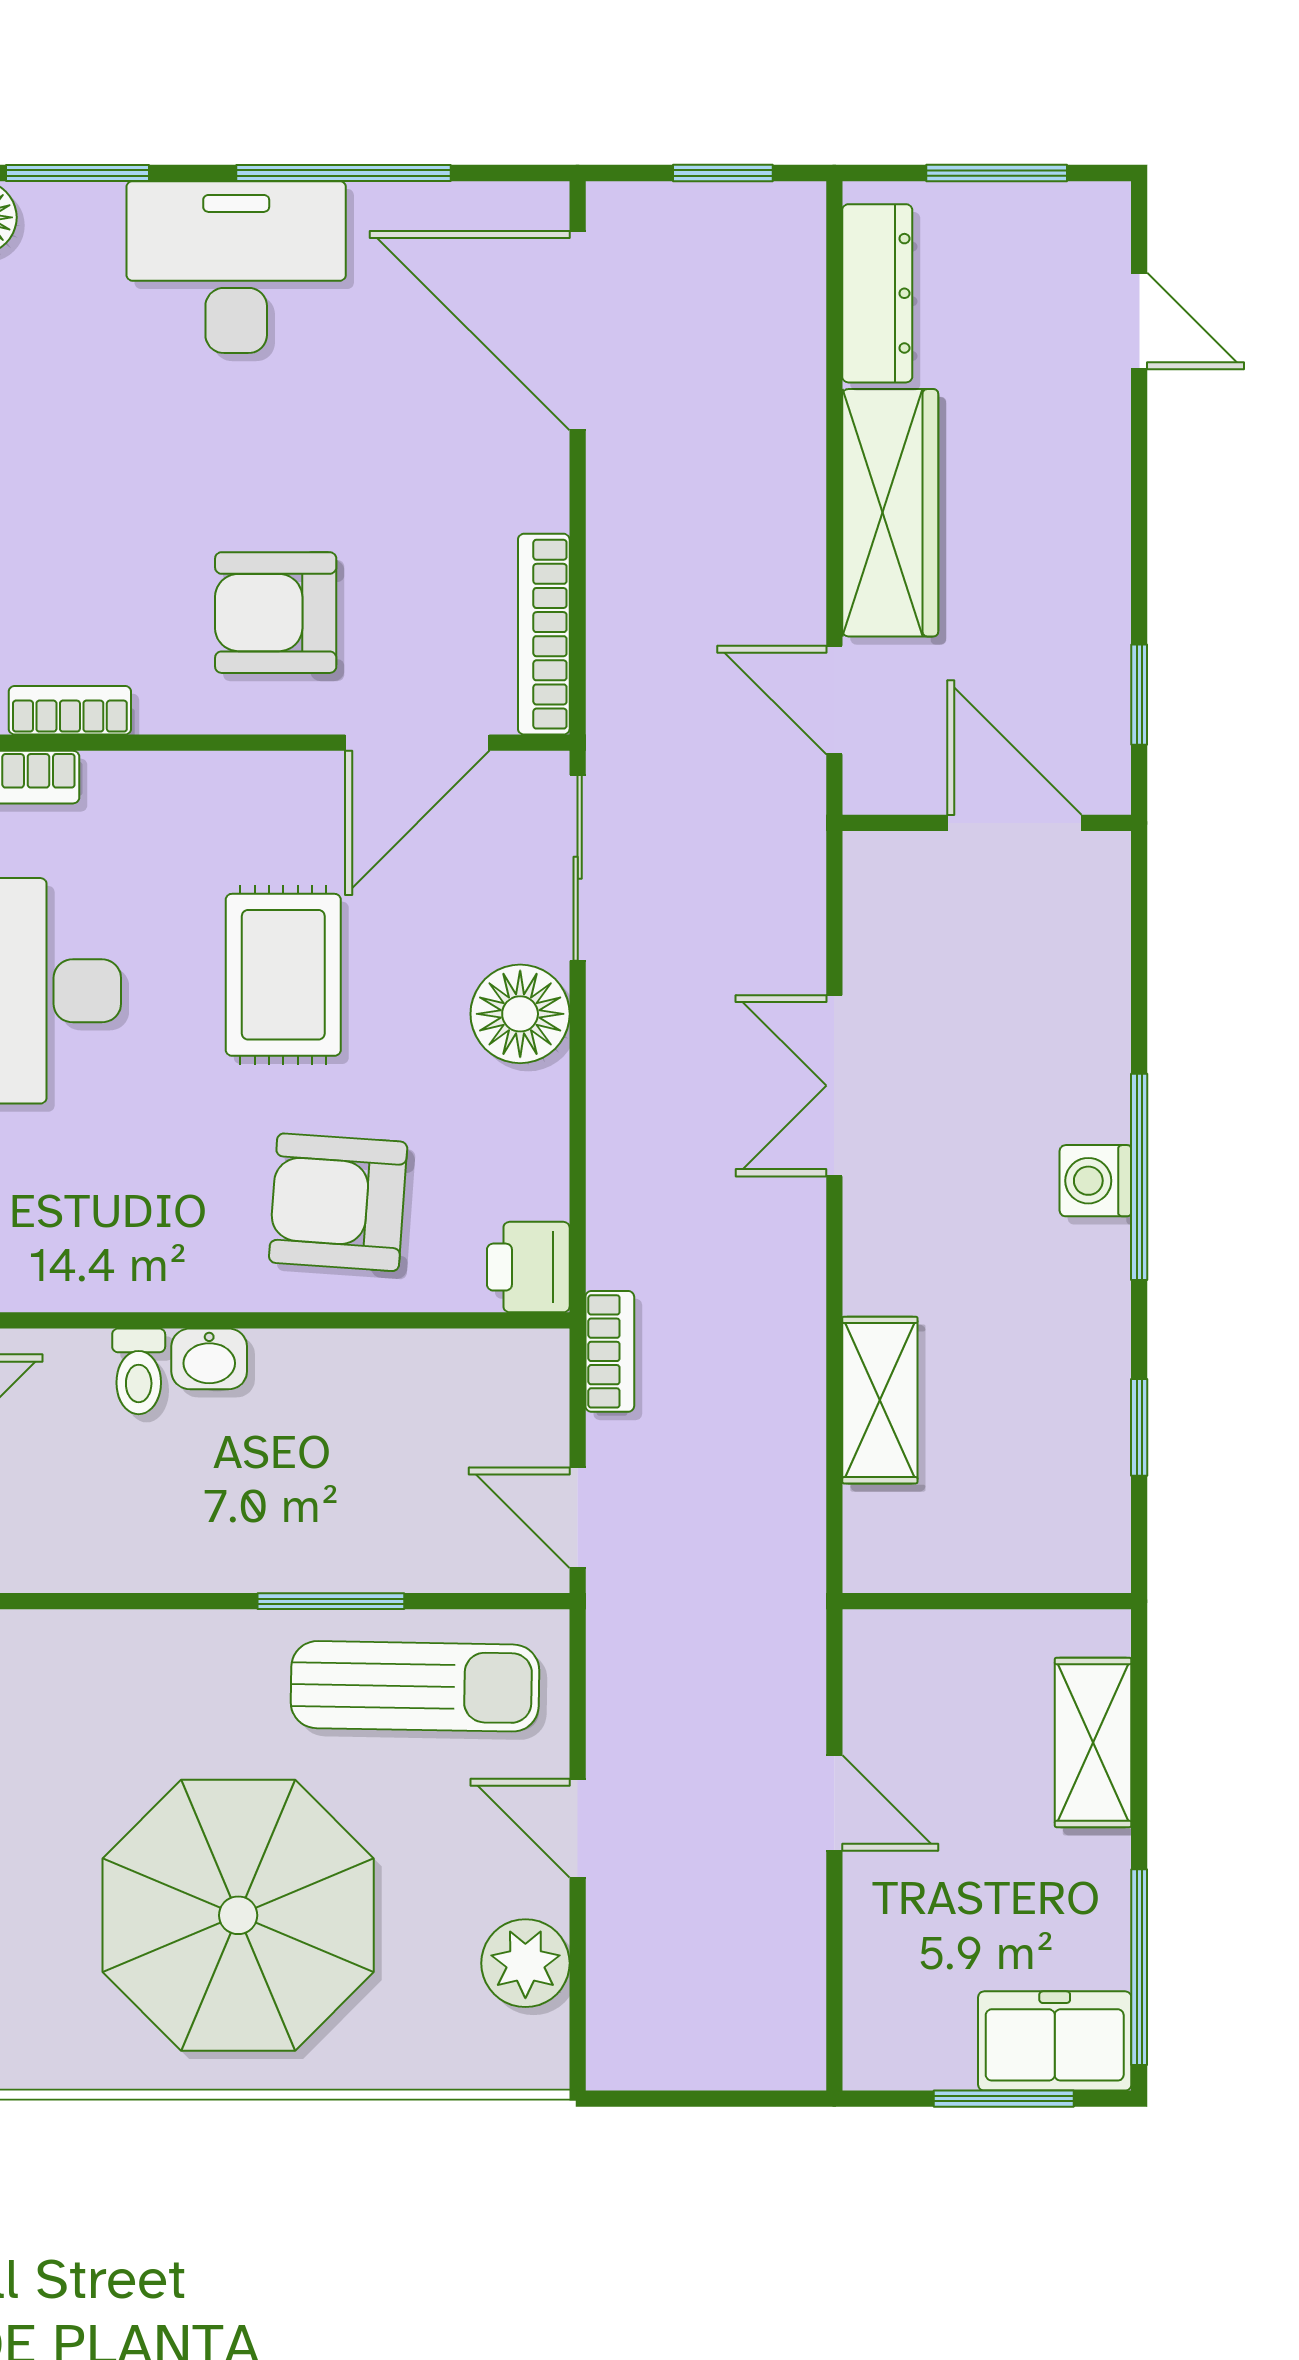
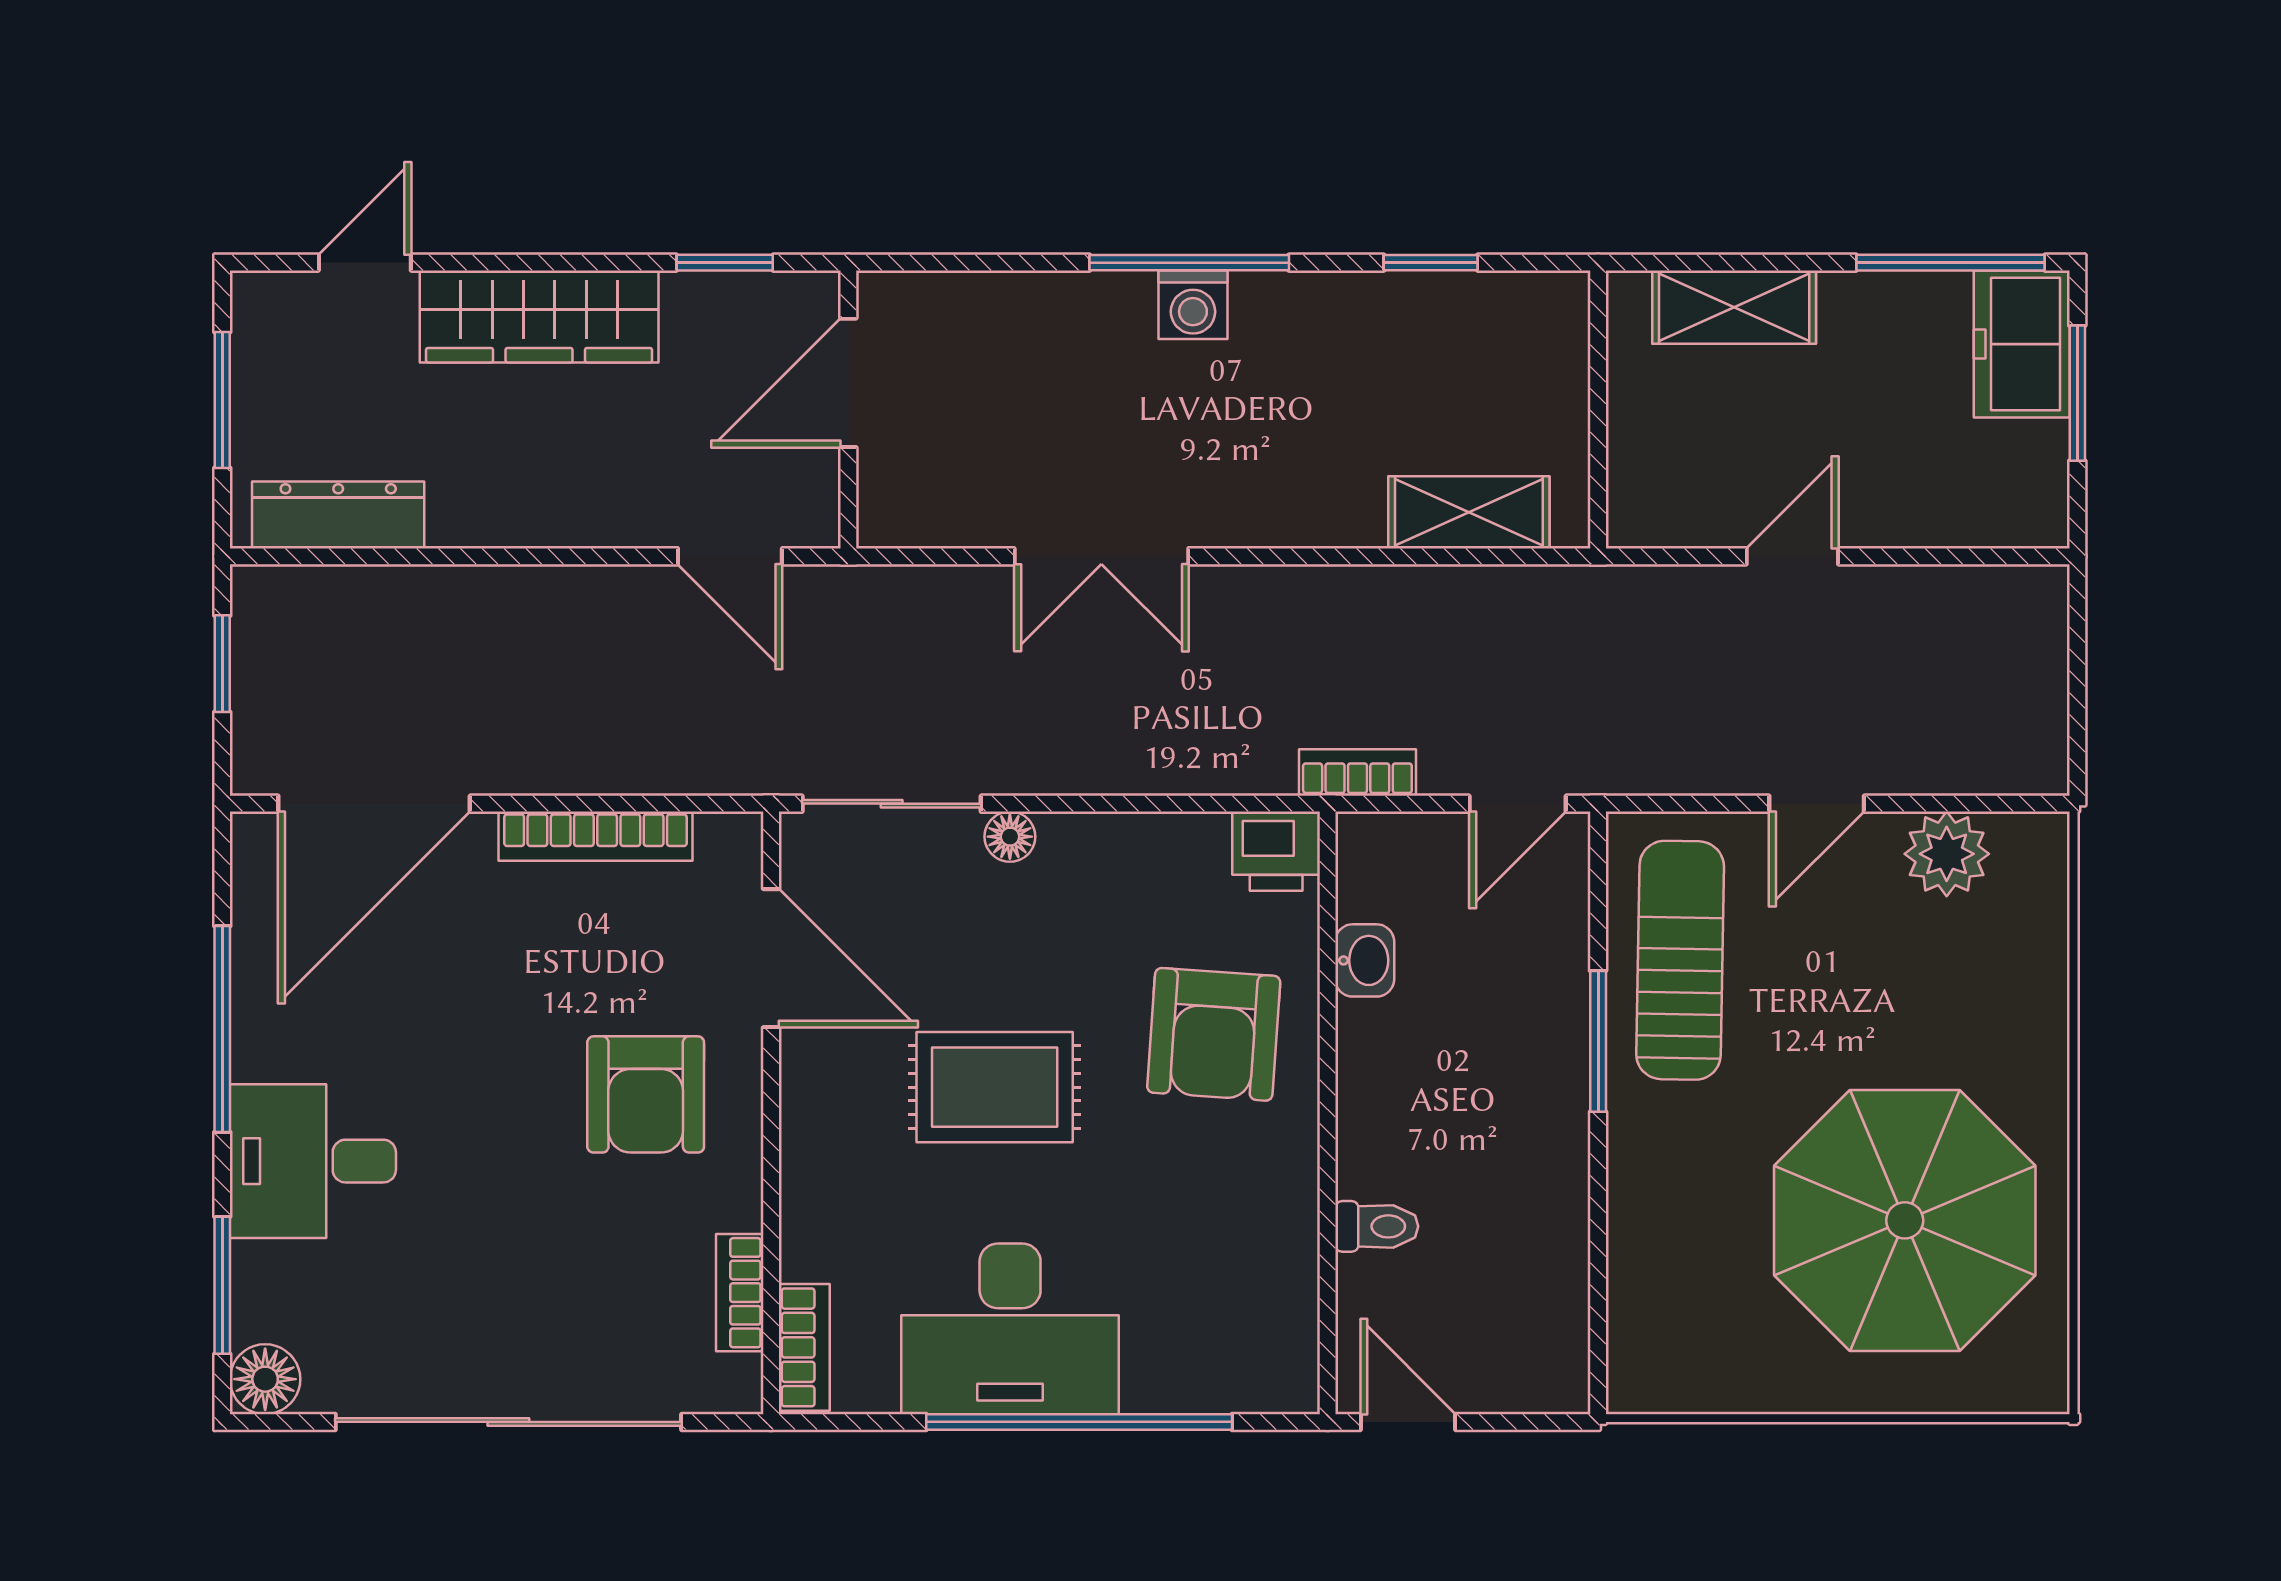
desk: (236, 267) -> (313, 1161), width x0.73
wardrobe: (890, 513) -> (539, 316), moved, turned 180
bookcase: (544, 634) -> (596, 836), moved
door: (834, 700) -> (730, 556), hinge flipped
floor lamp: (520, 1014) -> (1010, 837), width x0.53, depth x0.53
washbasin: (209, 1359) -> (1365, 960), moved
shelving: (880, 1400) -> (1469, 512), moved
parasol: (238, 1915) -> (1905, 1220), moved

